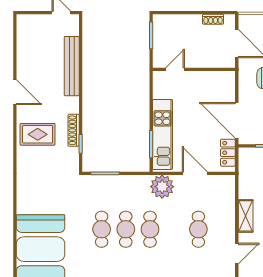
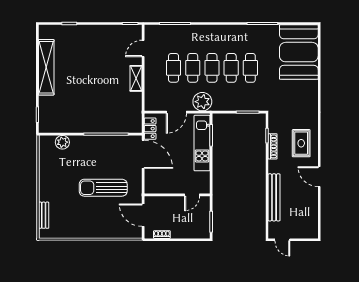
rug: (38, 134) -> (301, 143), turned 90
door: (195, 173) -> (176, 112), hinge flipped
cafe table: (174, 229) -> (193, 68), added

